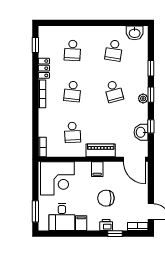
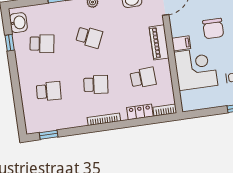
window: (119, 23) -> (10, 43), added
locker: (44, 68) -> (140, 112), moved
school desk: (114, 91) -> (89, 37), turned 39
corner desk: (57, 178) -> (196, 69), moved

